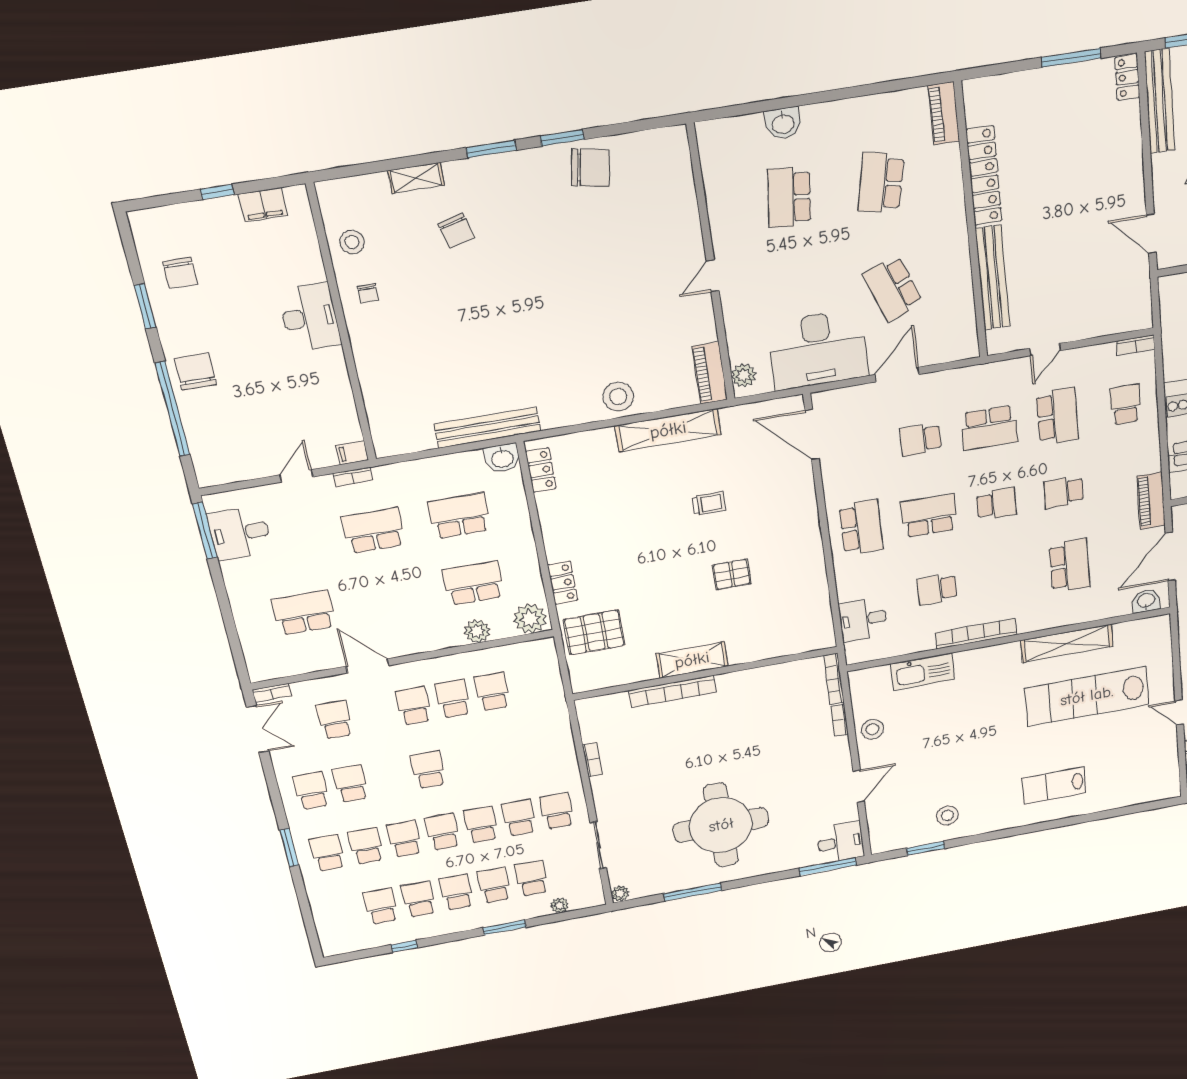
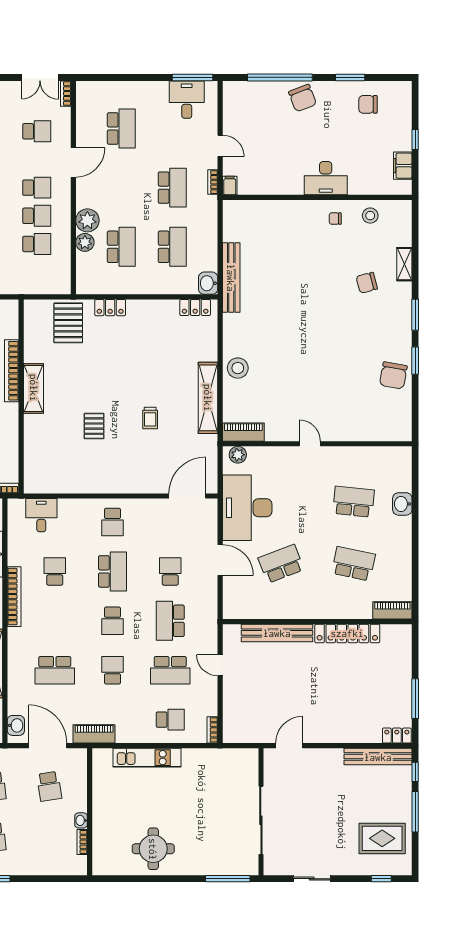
chair: (195, 371) -> (303, 98), turned 69
school desk: (861, 527) -> (112, 522), width x0.54
plant: (530, 619) -> (87, 220), moved

